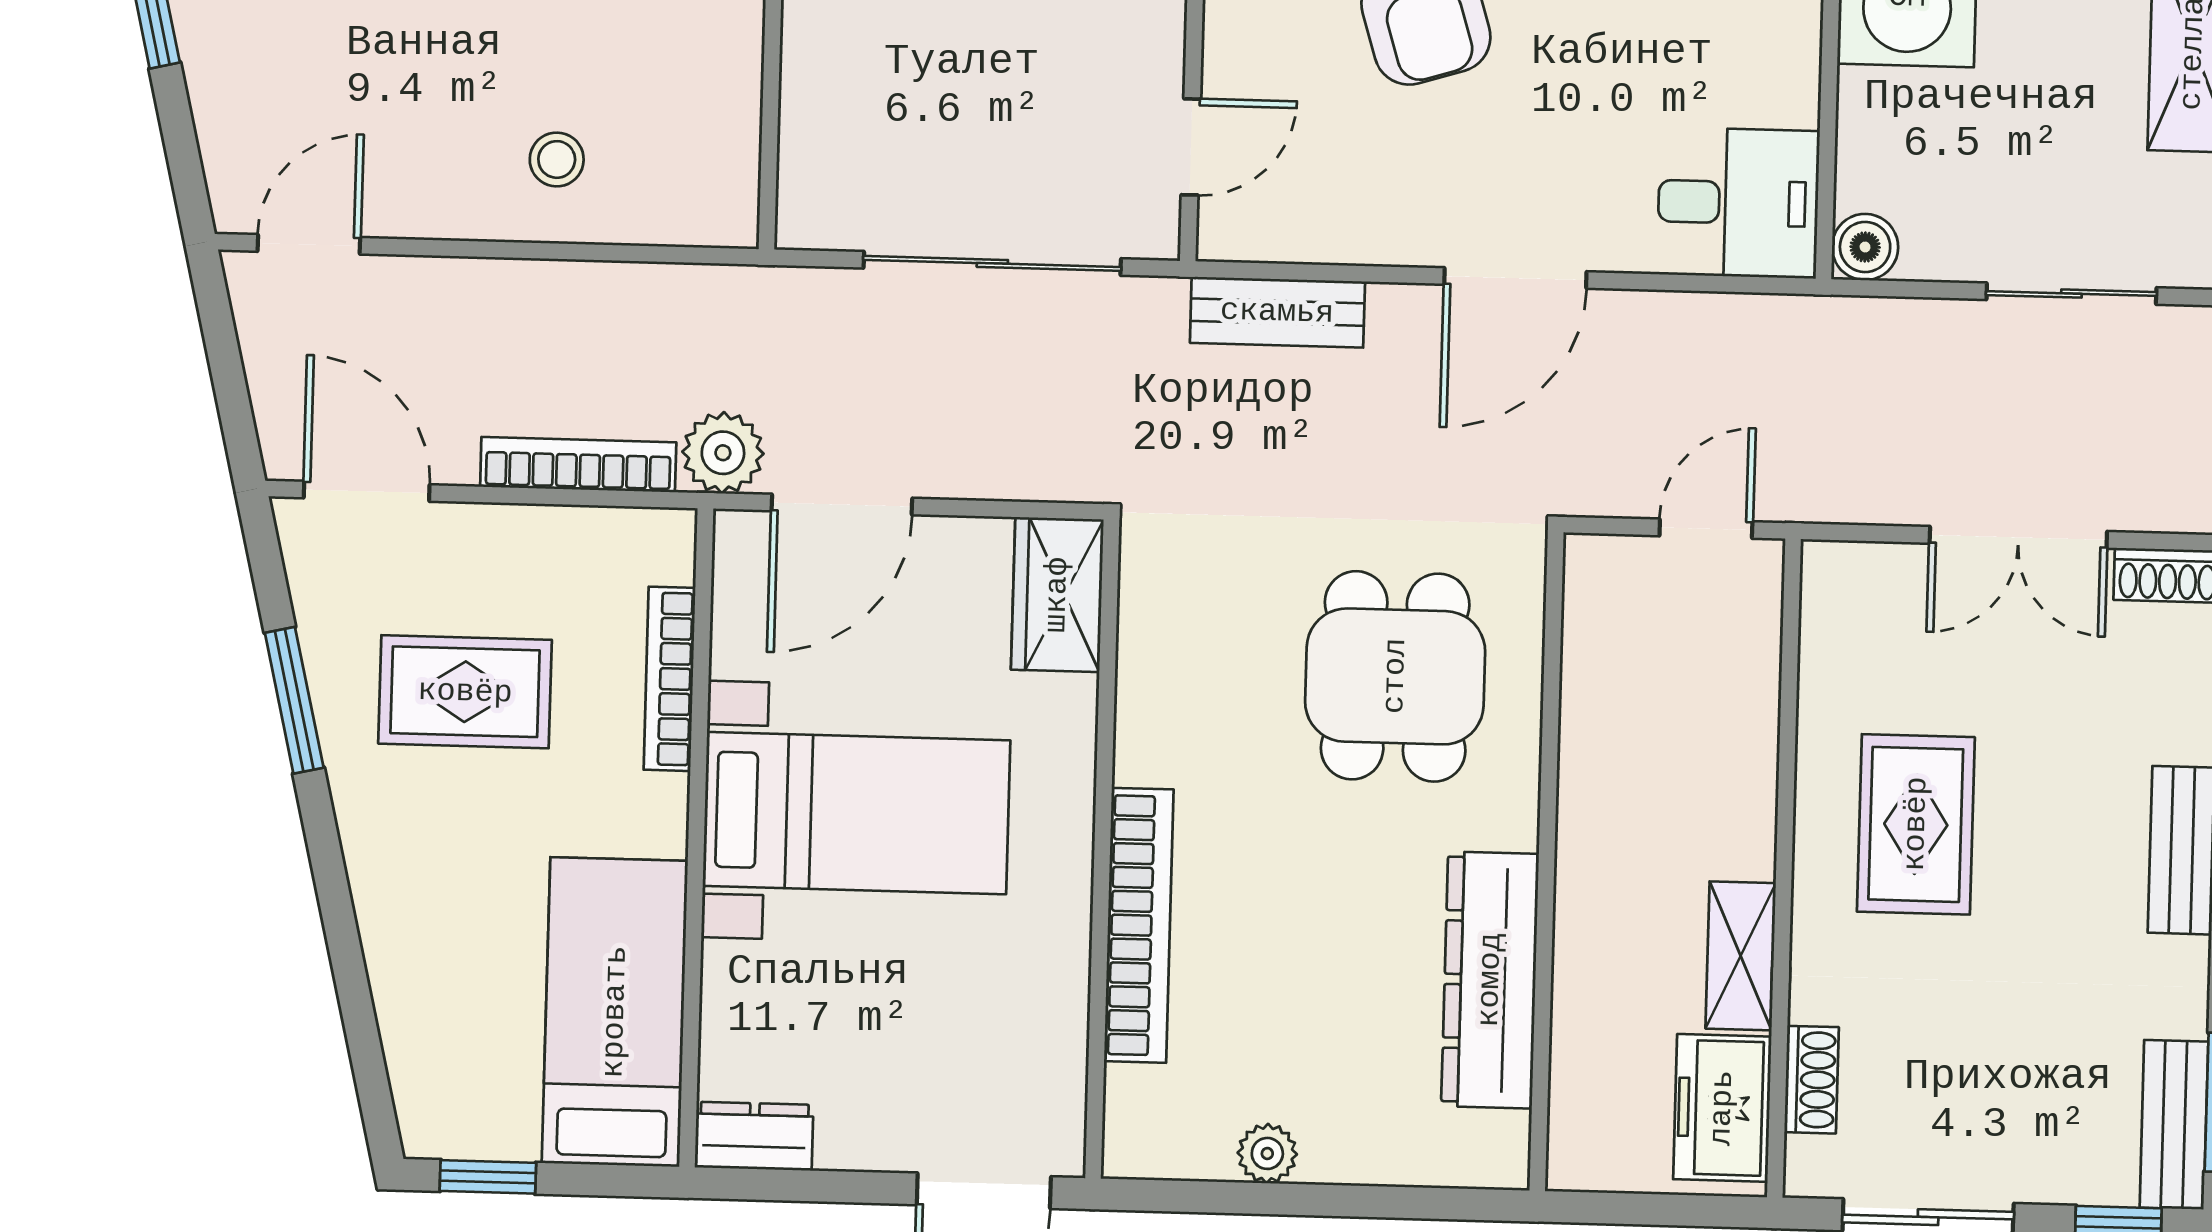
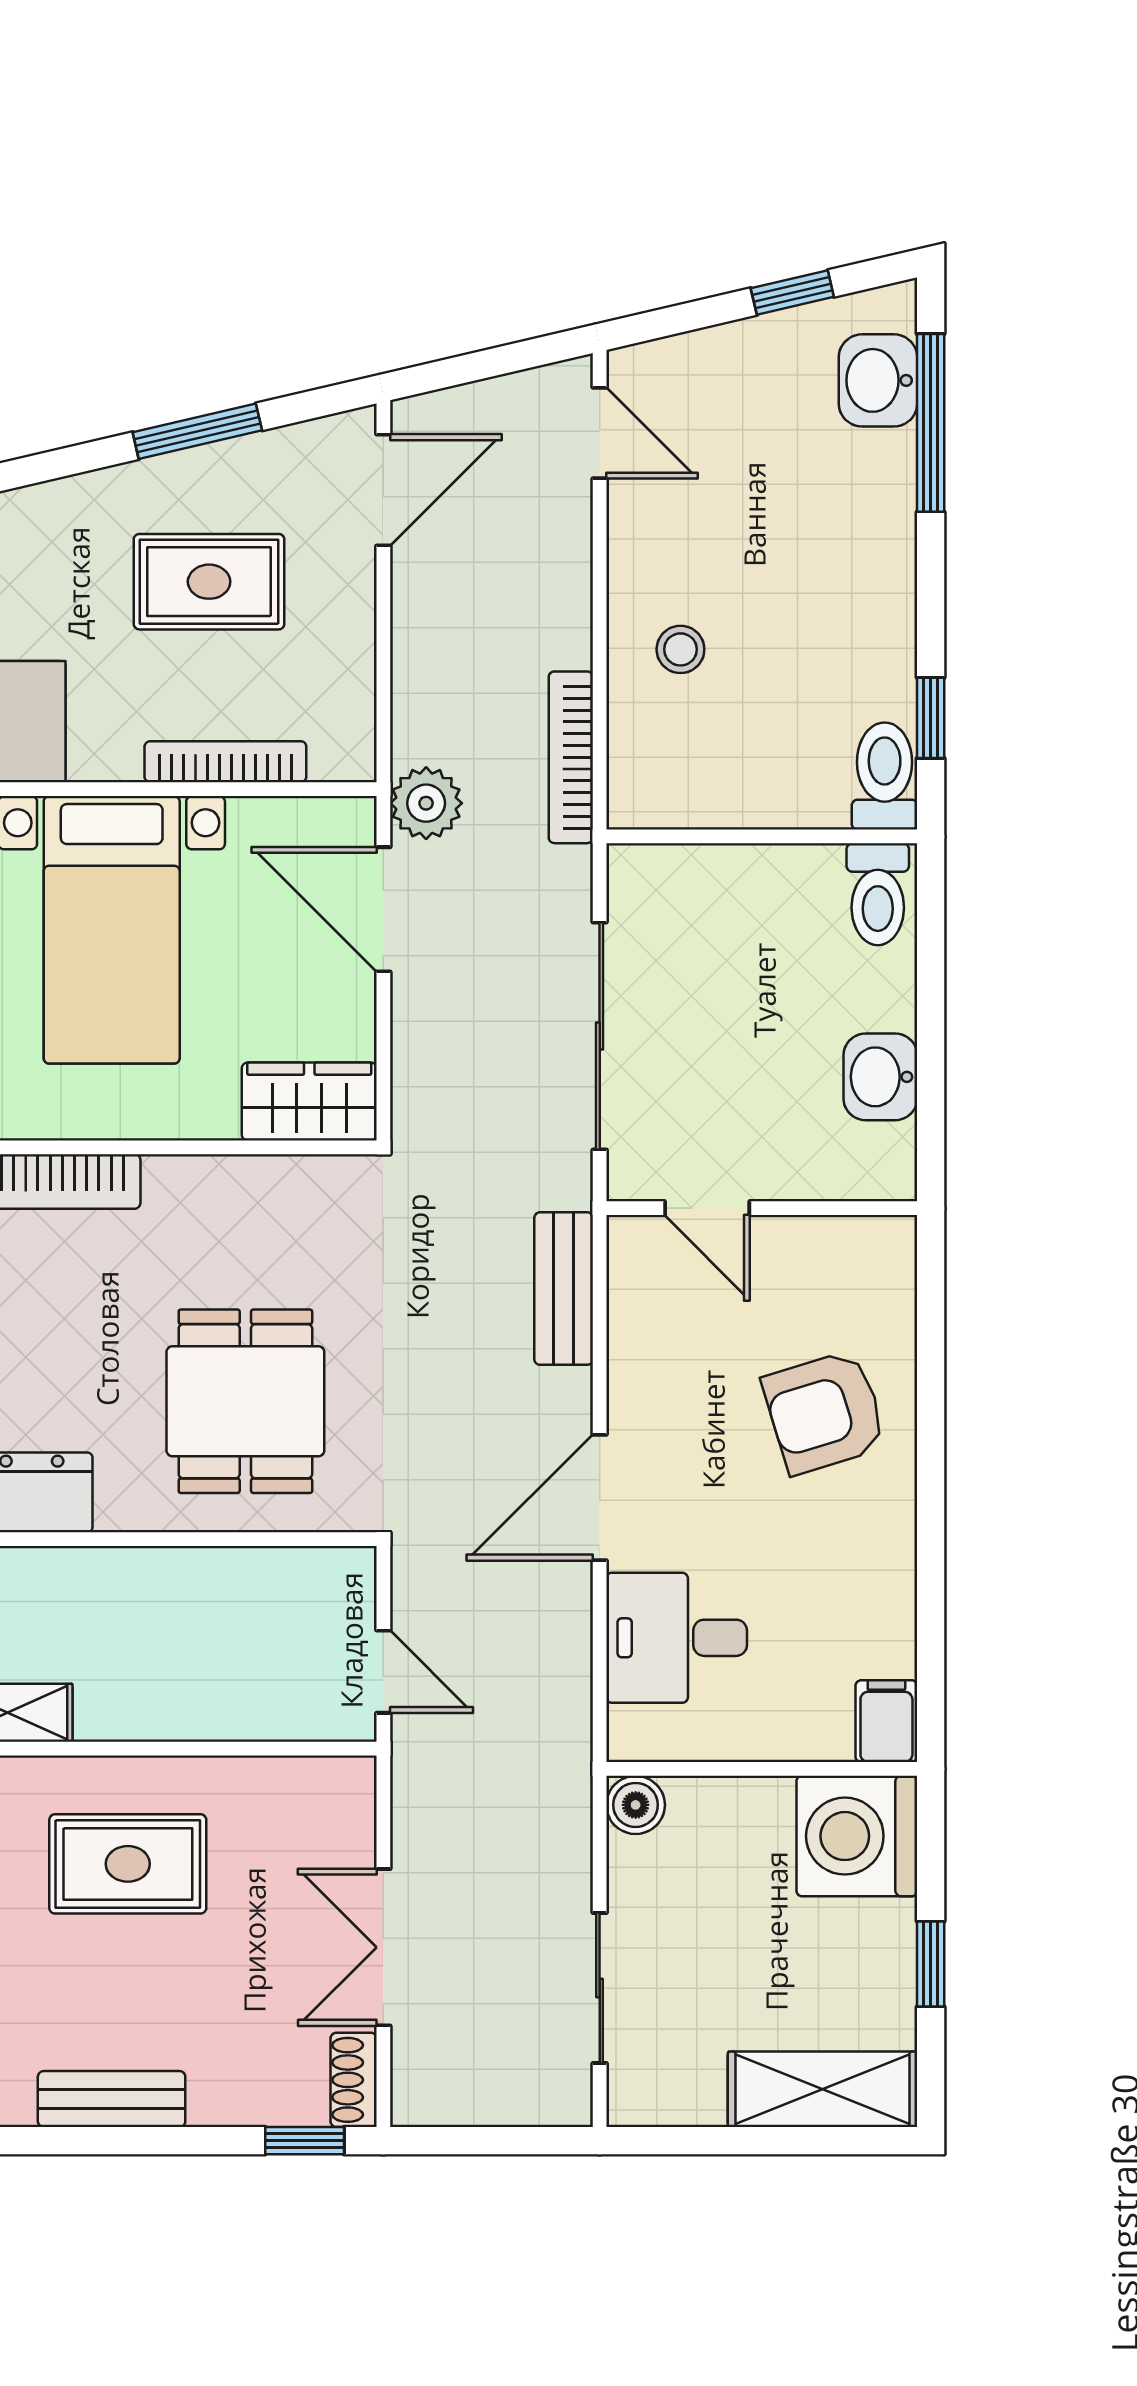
desk: (1738, 203) -> (677, 1638), moved, turned 90
door: (1515, 278) -> (600, 1497), hinge flipped
bookcase: (578, 465) -> (571, 757), moved, turned 180
dining table: (1395, 676) -> (245, 1401), turned 90
rug: (465, 692) -> (209, 582), turned 90

